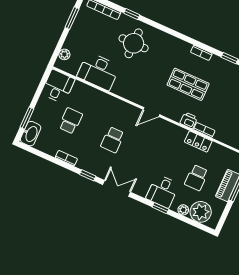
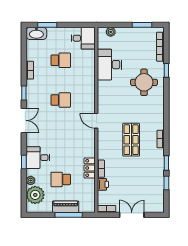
printer: (189, 120) -> (103, 184), moved
school desk: (113, 140) -> (61, 100), turned 180

